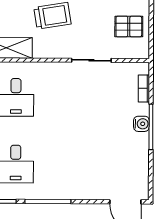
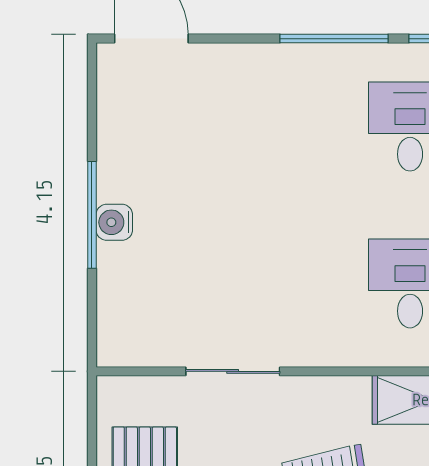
bookcase: (144, 88) -> (109, 305), removed

